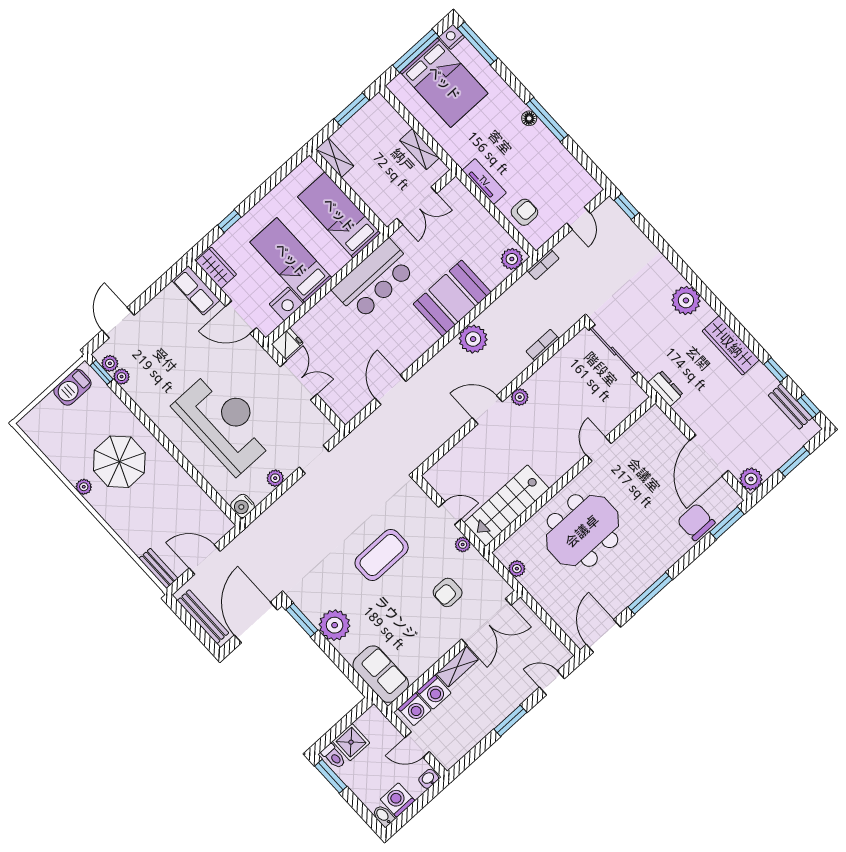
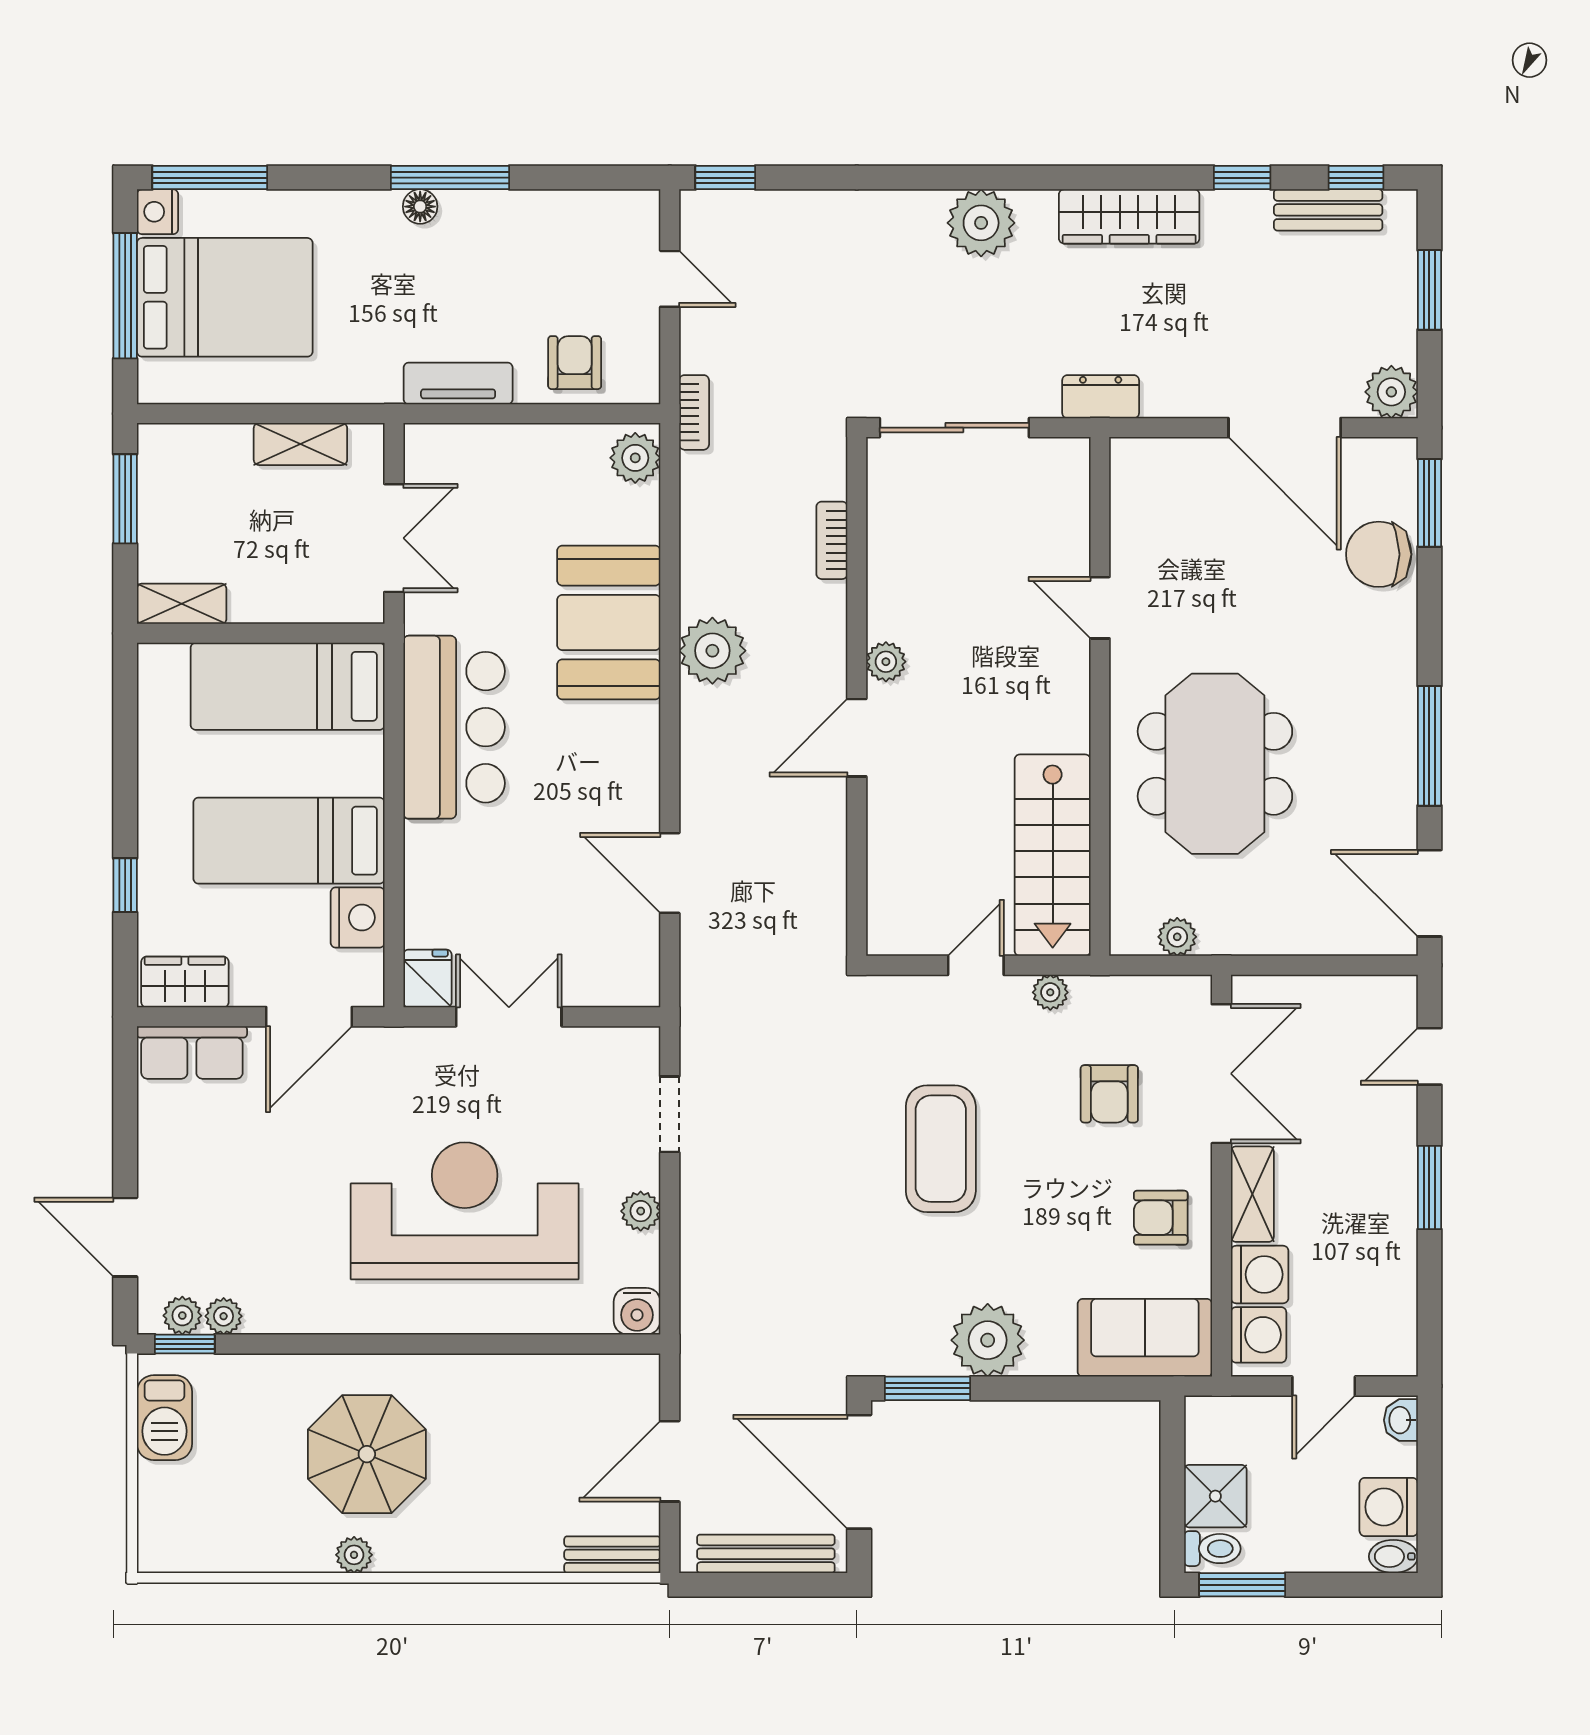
armchair: (423, 644) -> (1161, 1218), added

